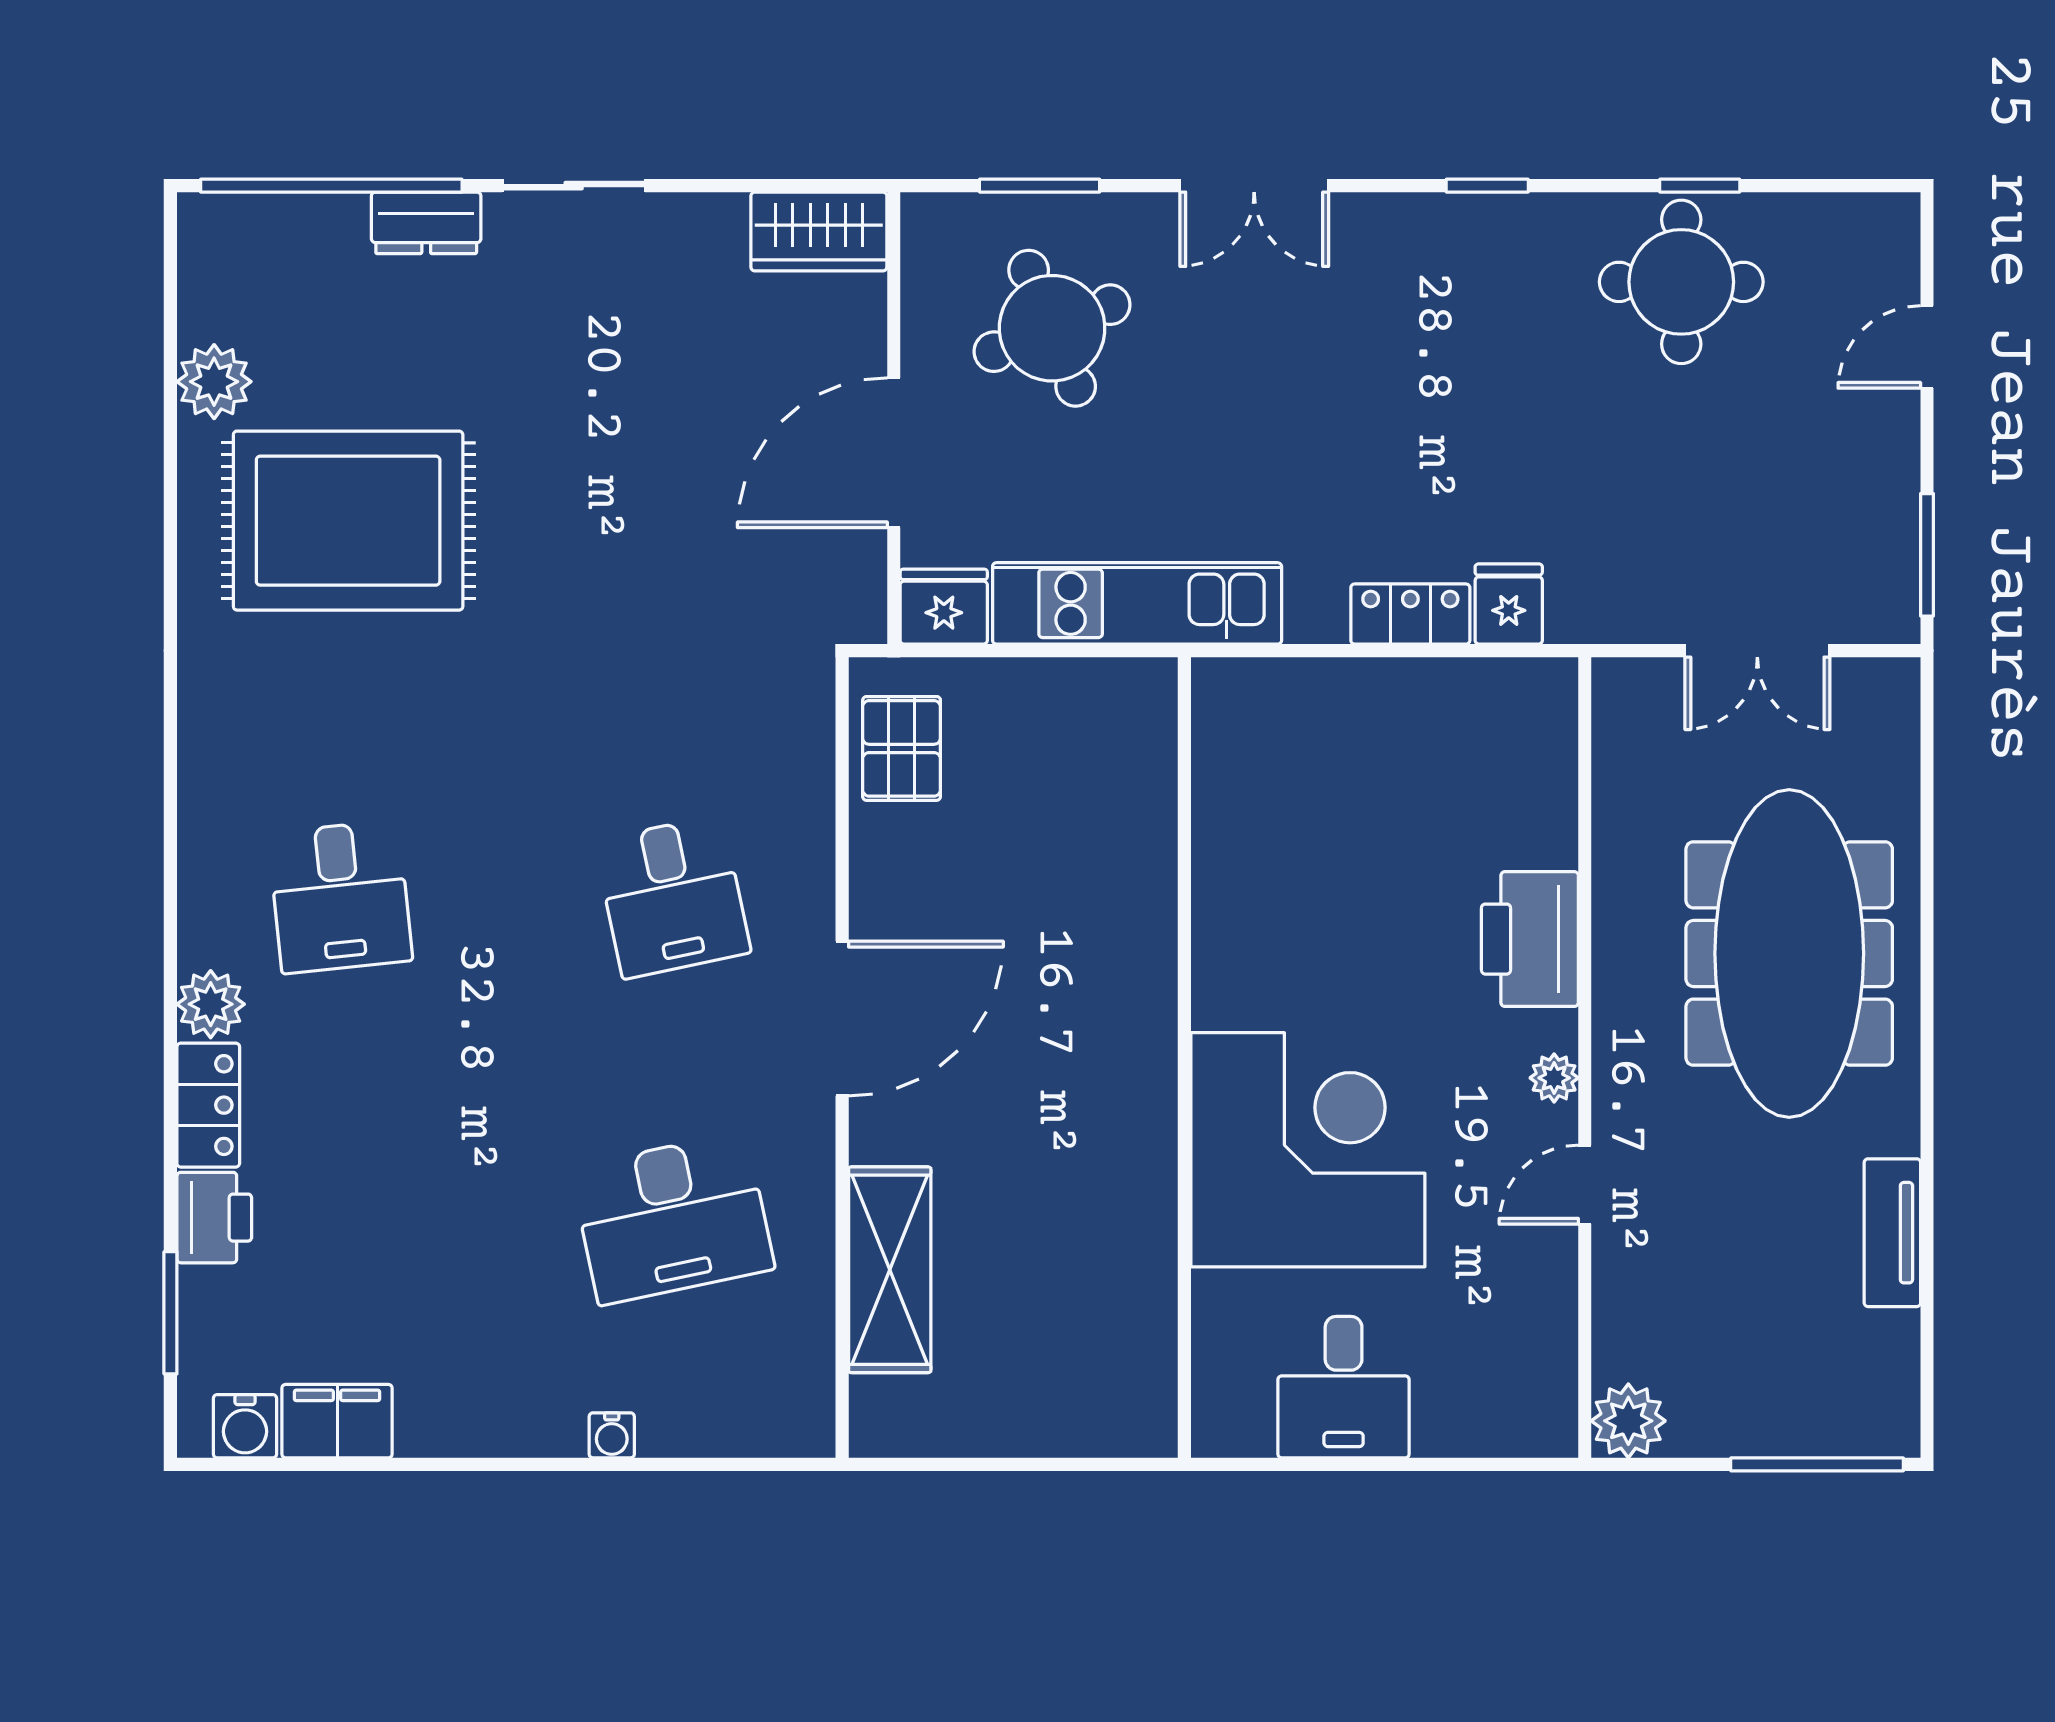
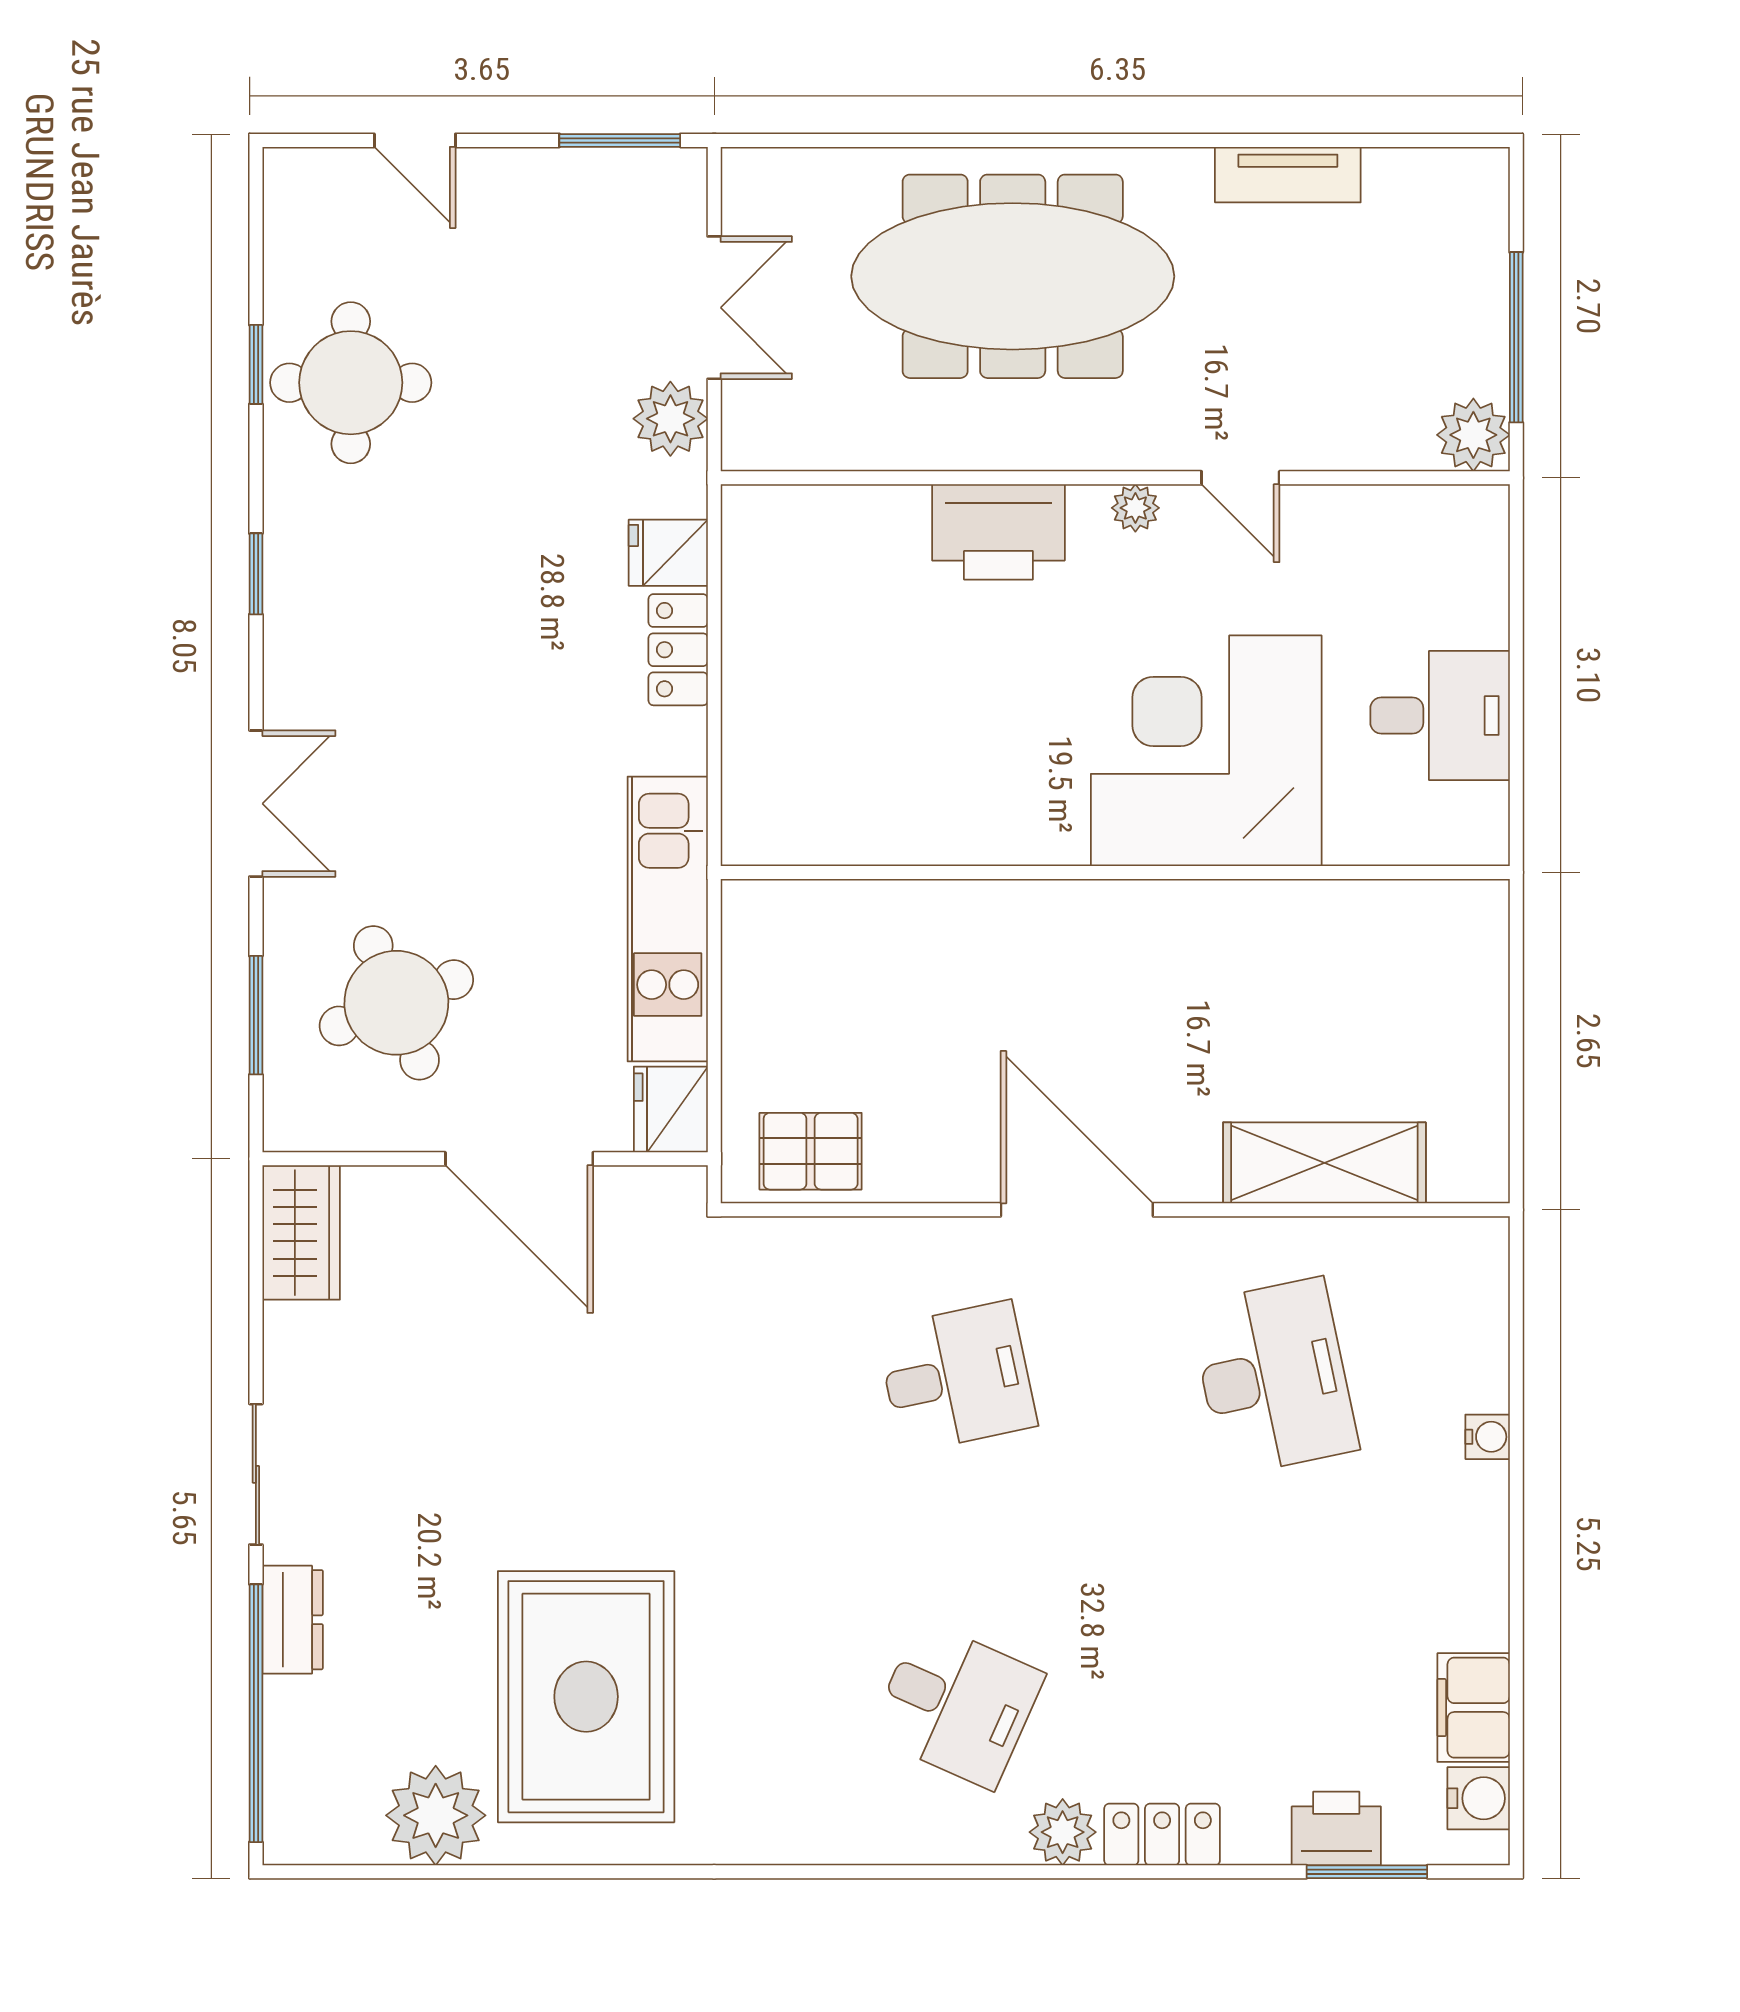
plant: (214, 382) -> (436, 1815), width x1.36, depth x1.36
plant: (1645, 606) -> (670, 419), added
desk: (340, 897) -> (957, 1705), turned 30
printer: (214, 1218) -> (1336, 1829), moved
window: (1817, 1464) -> (1516, 337), moved

